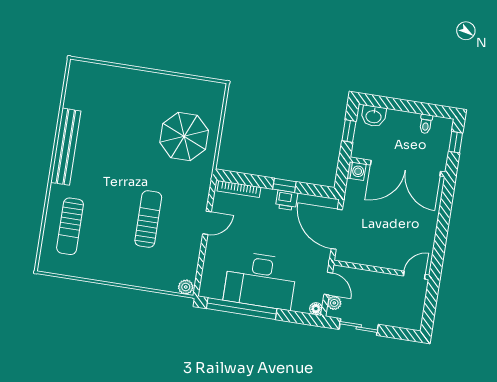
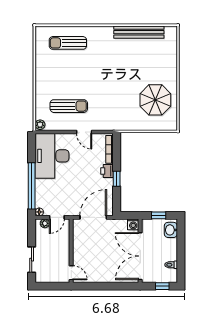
parasol: (184, 136) -> (155, 100), moved
bench: (66, 147) -> (139, 32), moved
printer: (286, 200) -> (107, 171), moved
sun lounger: (148, 219) -> (69, 106), moved
desk: (260, 280) -> (52, 156), moved
window: (242, 309) -> (32, 186), moved
sliding door: (359, 327) -> (32, 260), moved

